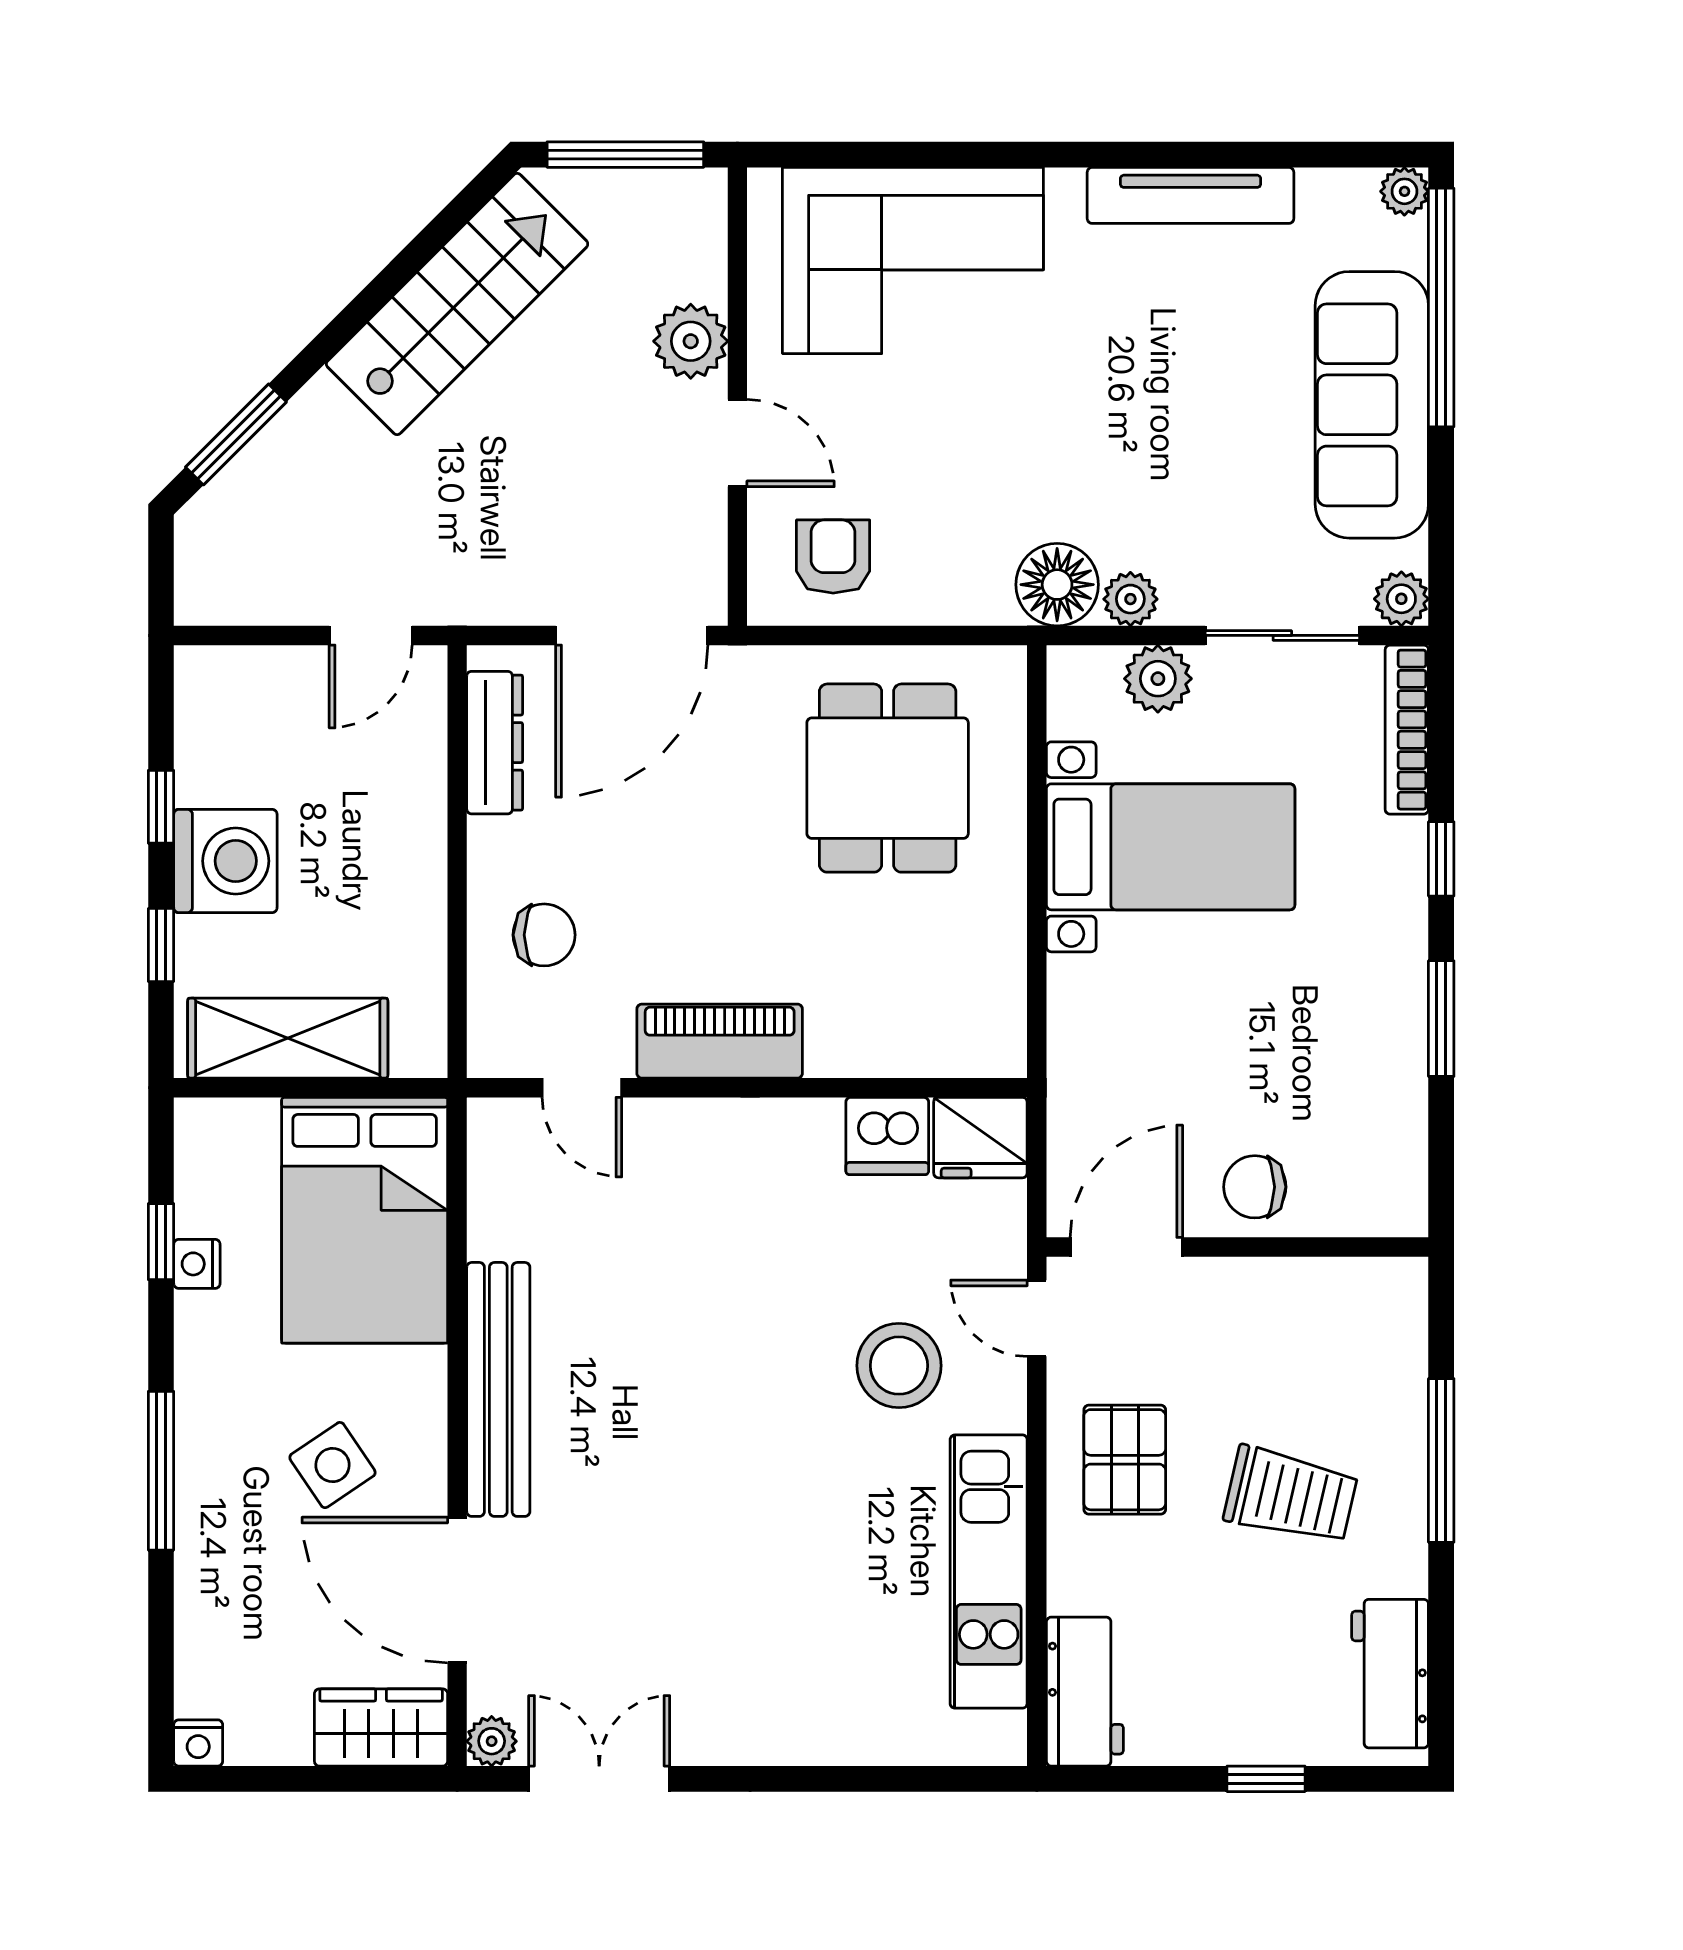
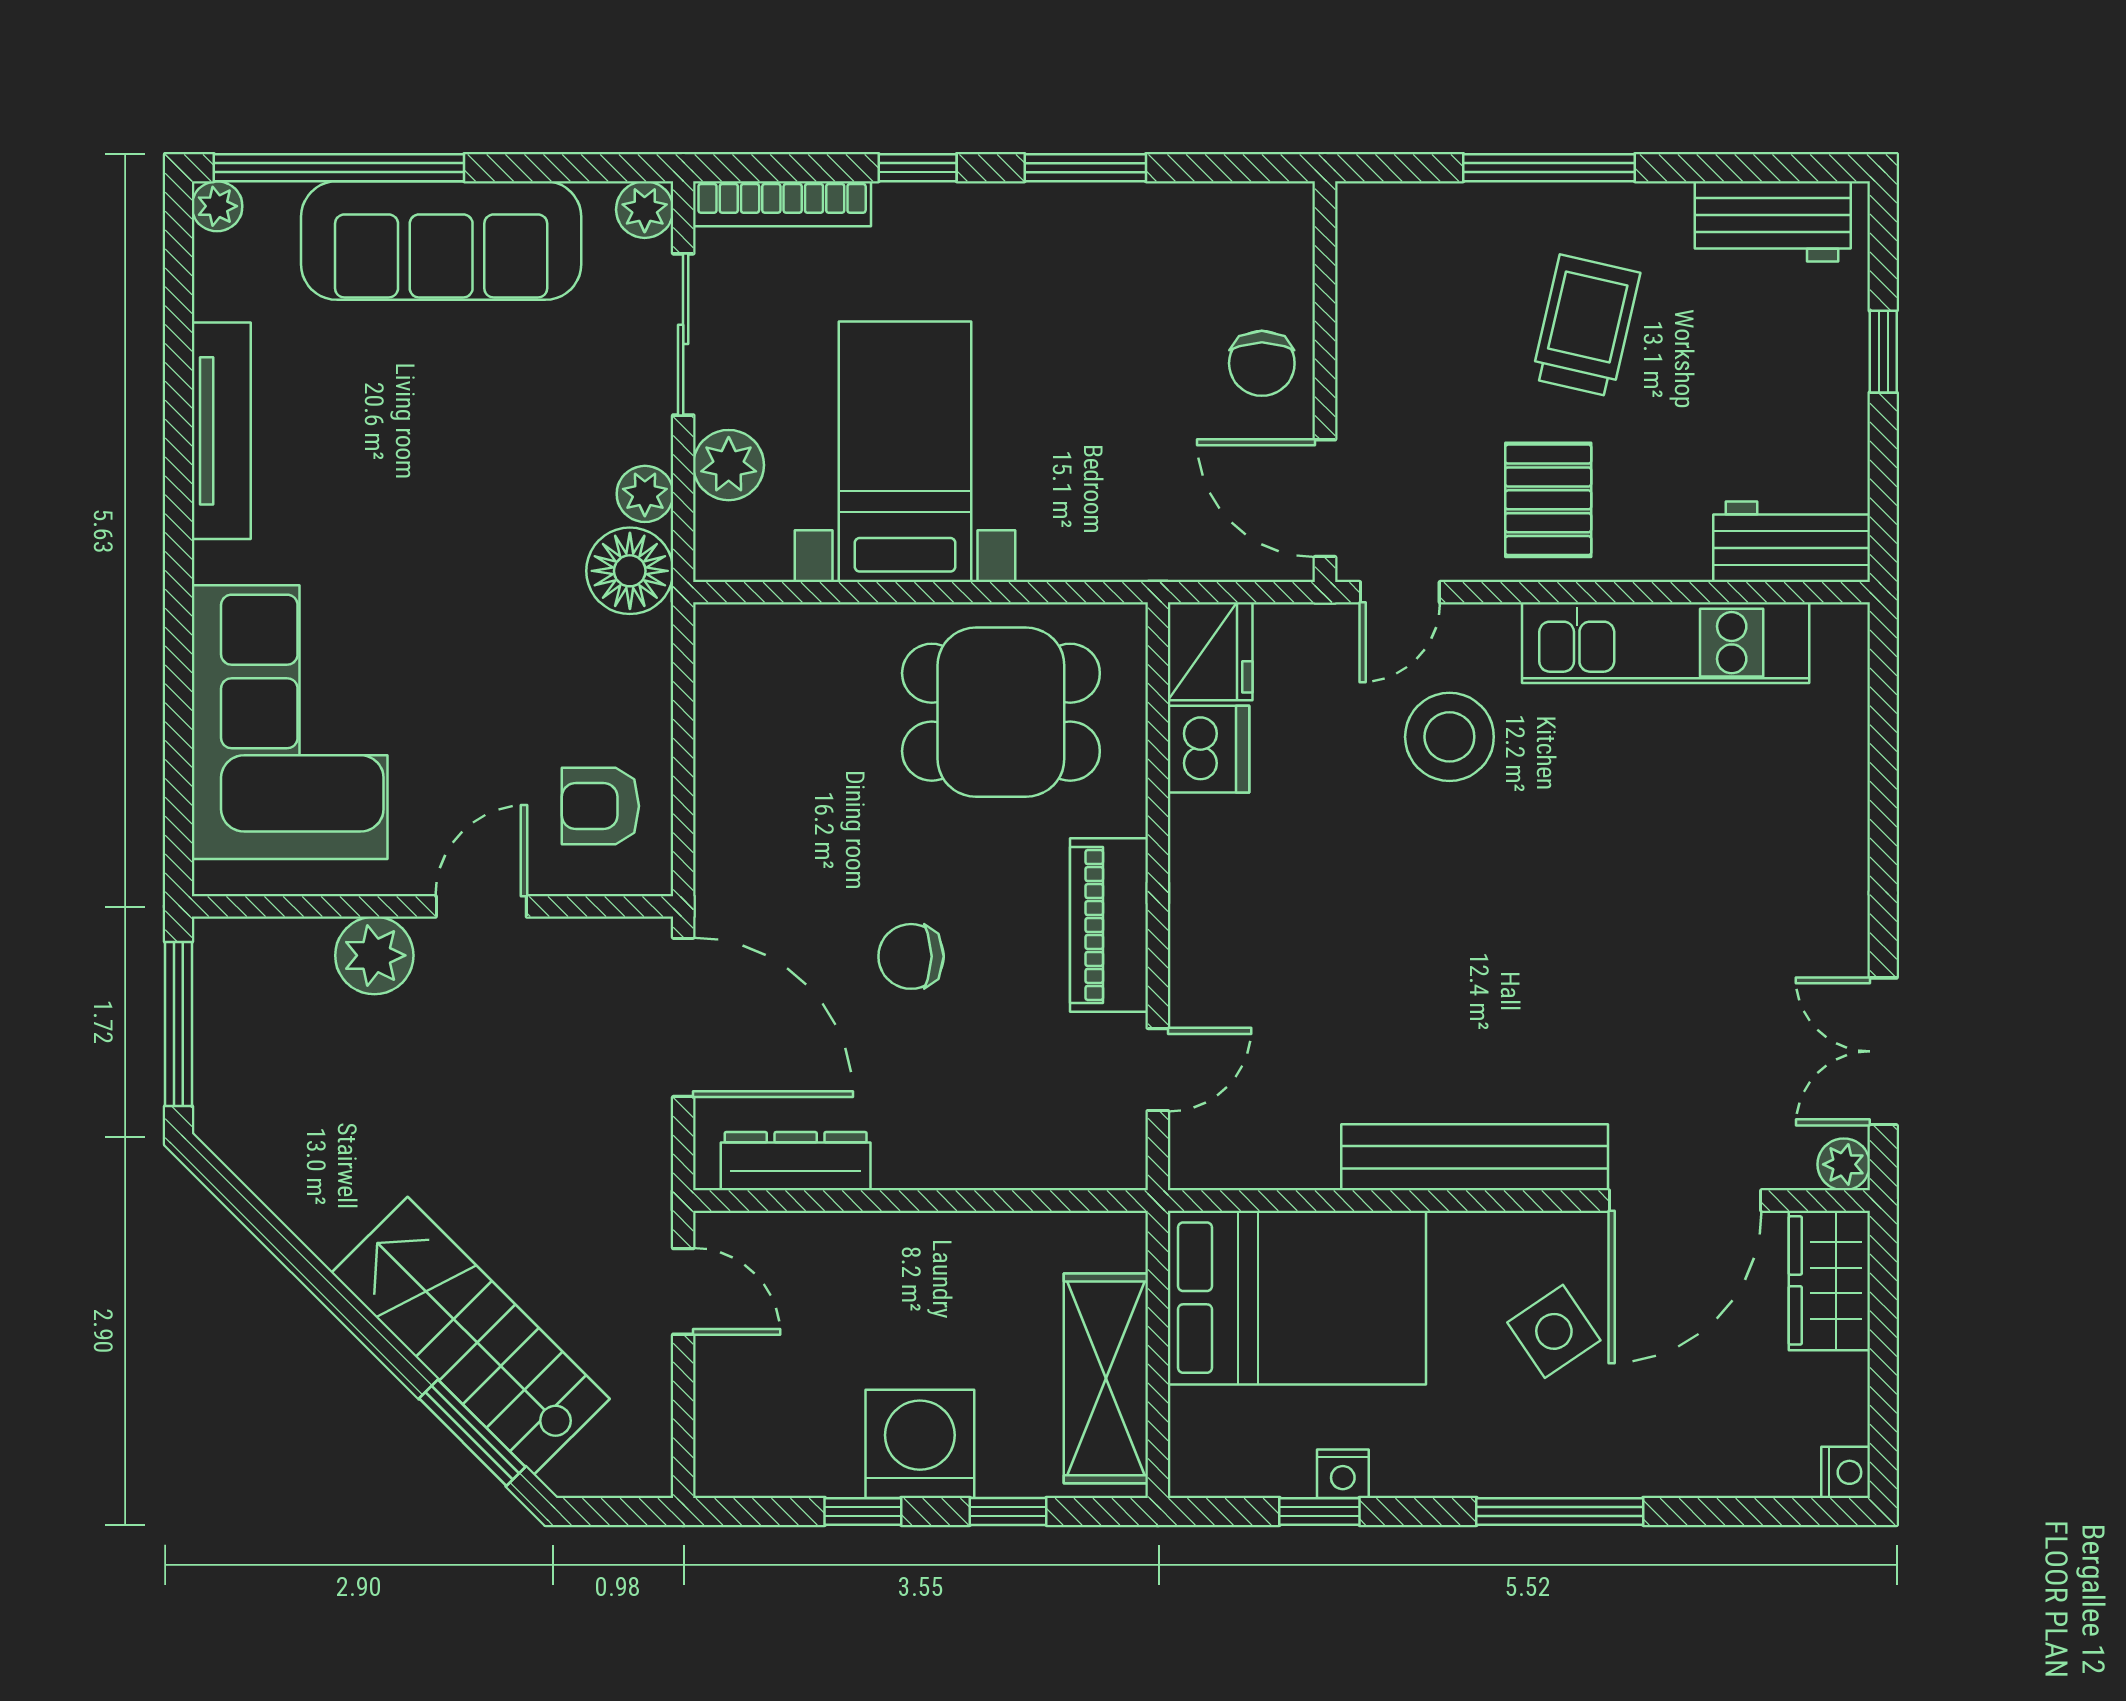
stairs: (457, 304) -> (470, 1336), moved
dining table: (888, 778) -> (1001, 712), moved
chair: (544, 935) -> (911, 956), moved, turned -90
pallet: (1125, 1460) -> (1548, 500), turned 90

